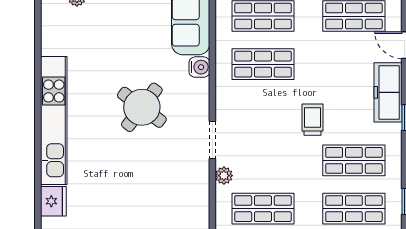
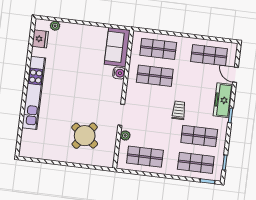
round table: (142, 107) -> (85, 136), moved
fridge: (53, 201) -> (40, 39), moved

